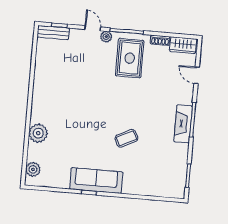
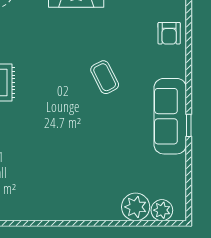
plant: (38, 133) -> (136, 207), moved
armchair: (153, 185) -> (169, 33), added

